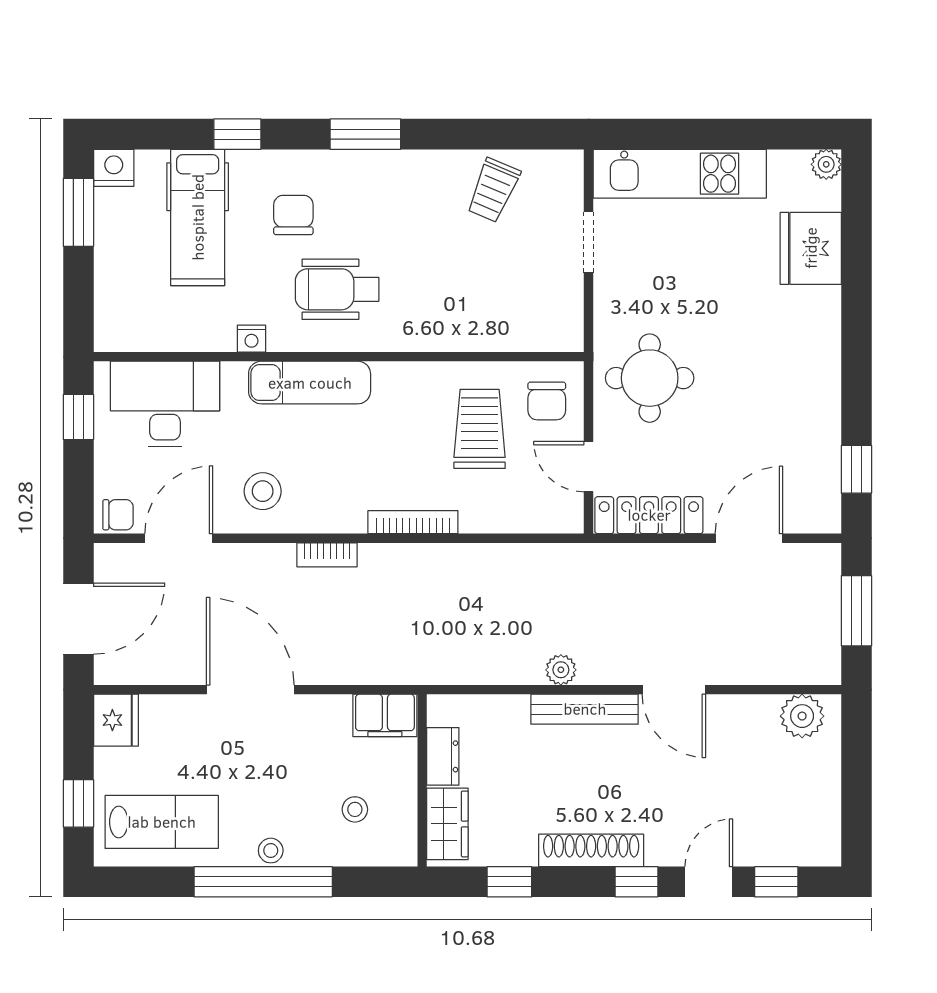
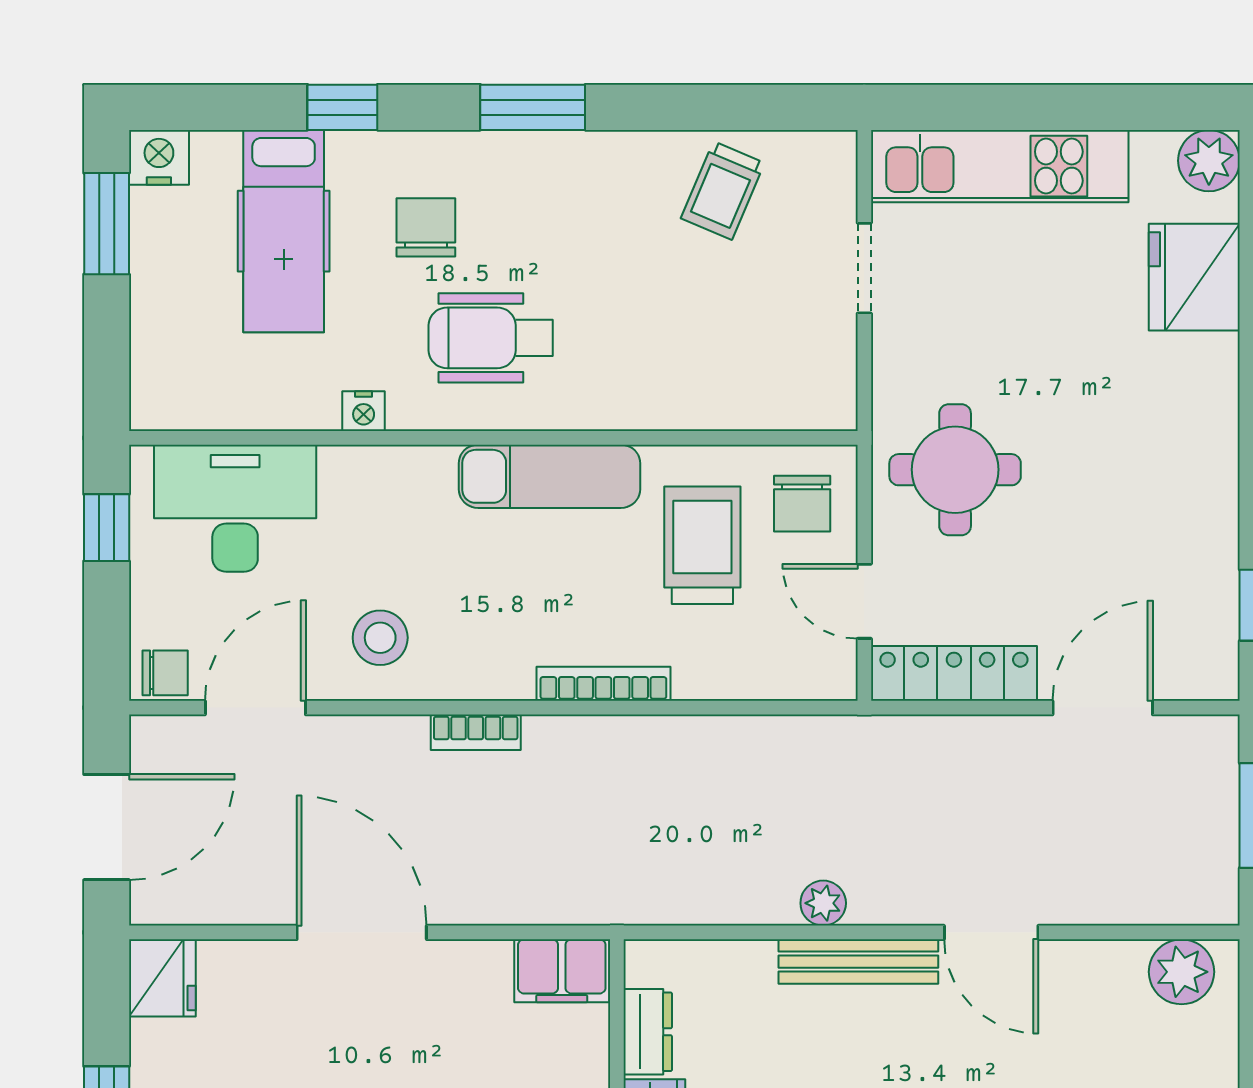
plant: (826, 164) -> (1209, 161), width x1.38, depth x1.38
exam couch: (310, 383) -> (550, 476), moved

